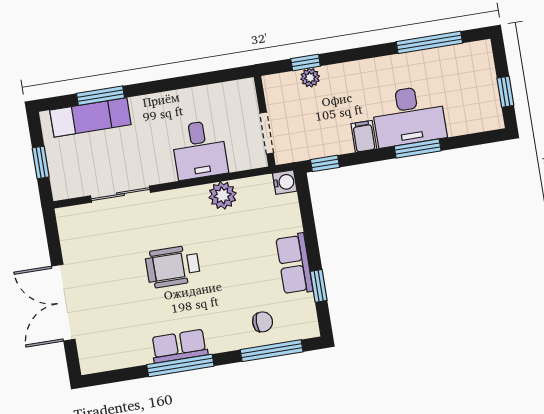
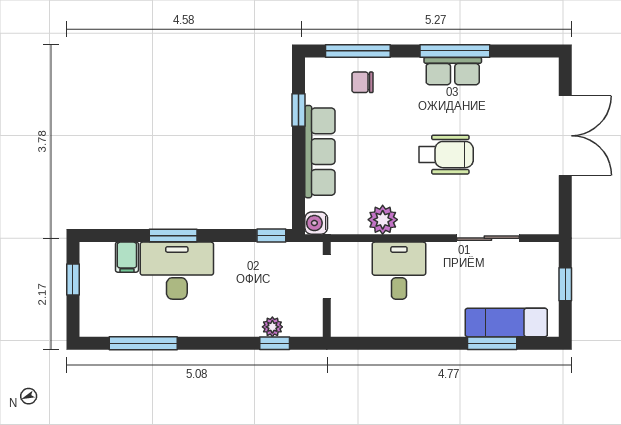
filing cabinet: (364, 136) -> (127, 257), moved
row of seats: (294, 264) -> (320, 152), width x1.48

